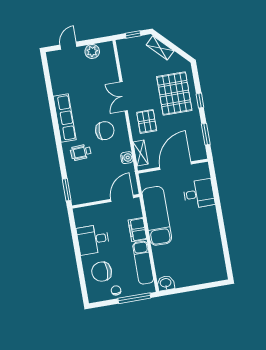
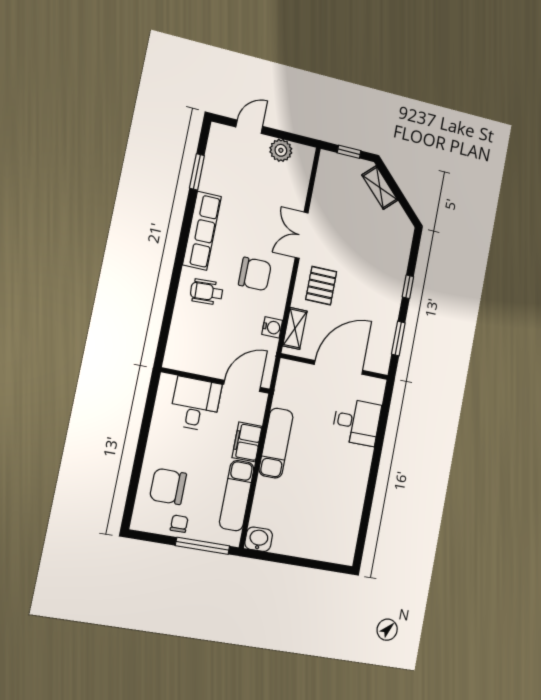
pallet: (174, 94) -> (376, 262), removed
window: (67, 190) -> (197, 172), moved
exam couch: (157, 216) -> (276, 443), width x0.73, depth x0.69
desk: (93, 239) -> (195, 404), moved, turned 90

